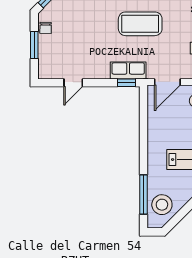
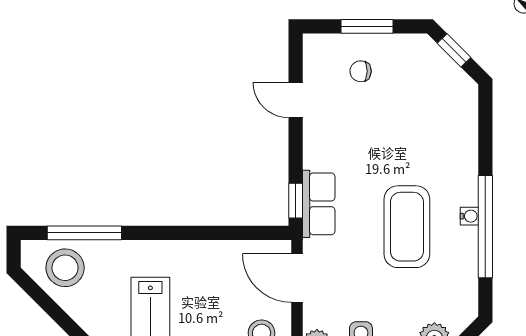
chair: (46, 28) -> (361, 71), moved

